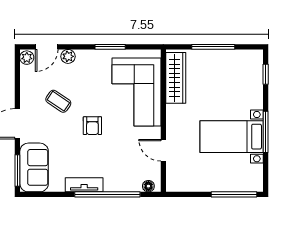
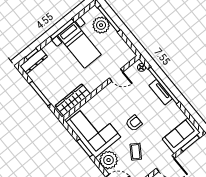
plant: (68, 56) -> (109, 160), width x1.88, depth x1.88
dresser: (255, 70) -> (34, 61), added
corner sofa: (136, 92) -> (93, 130), moved, turned -90
door: (163, 150) -> (116, 75), hinge flipped
plant: (234, 180) -> (101, 25), added
tv unit: (84, 185) -> (161, 92), moved

